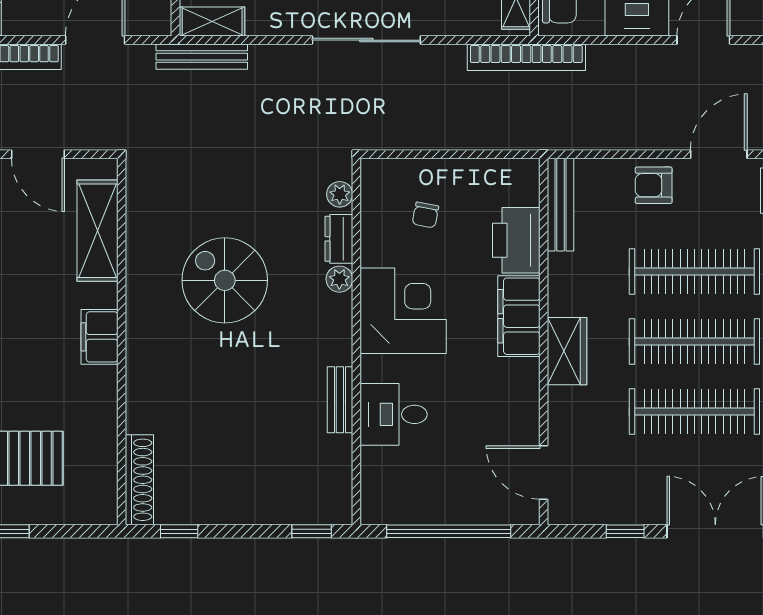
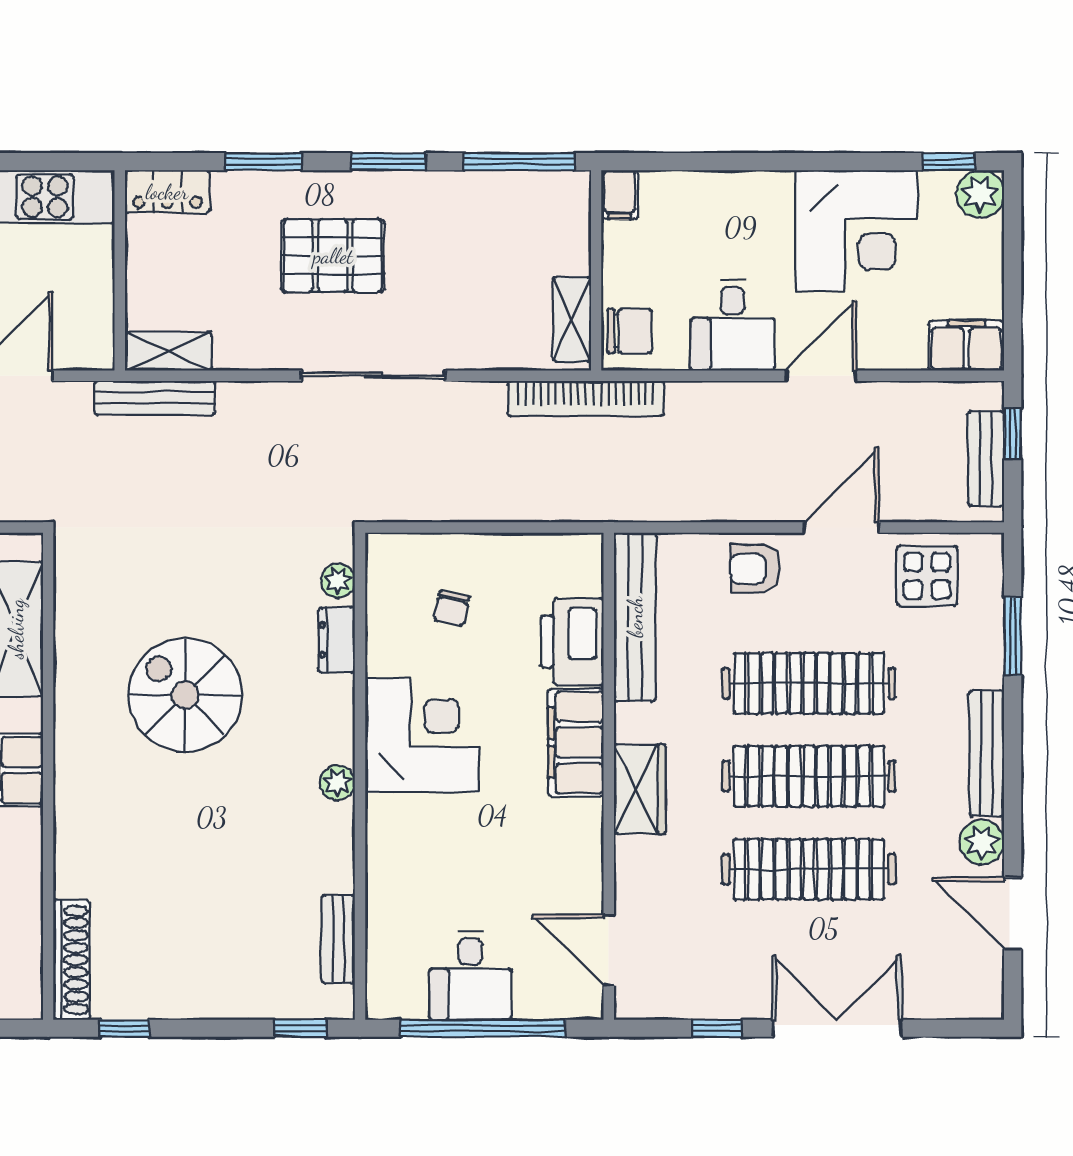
bench: (561, 205) -> (635, 617), width x1.37, depth x1.21
plant: (339, 279) -> (337, 783), moved
bench: (340, 400) -> (338, 939), moved
desk: (394, 414) -> (470, 975), moved, turned -90

